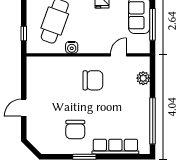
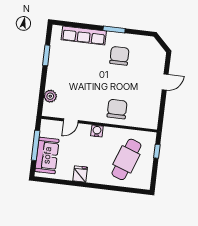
water cooler: (72, 47) -> (97, 131), moved
chair: (93, 80) -> (117, 109), moved, turned 90
window: (153, 121) -> (46, 55), width x0.47

